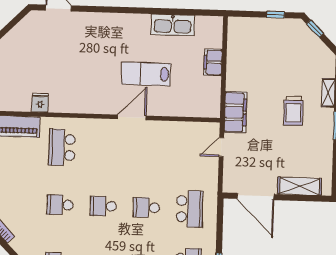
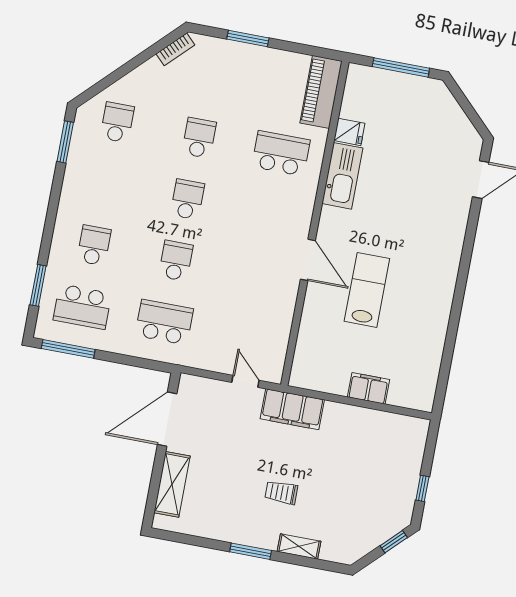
kitchen sink: (173, 25) -> (342, 176), moved, turned 180
trolley: (293, 111) -> (281, 492), width x0.73, depth x0.72
school desk: (190, 209) -> (164, 322), turned 180

